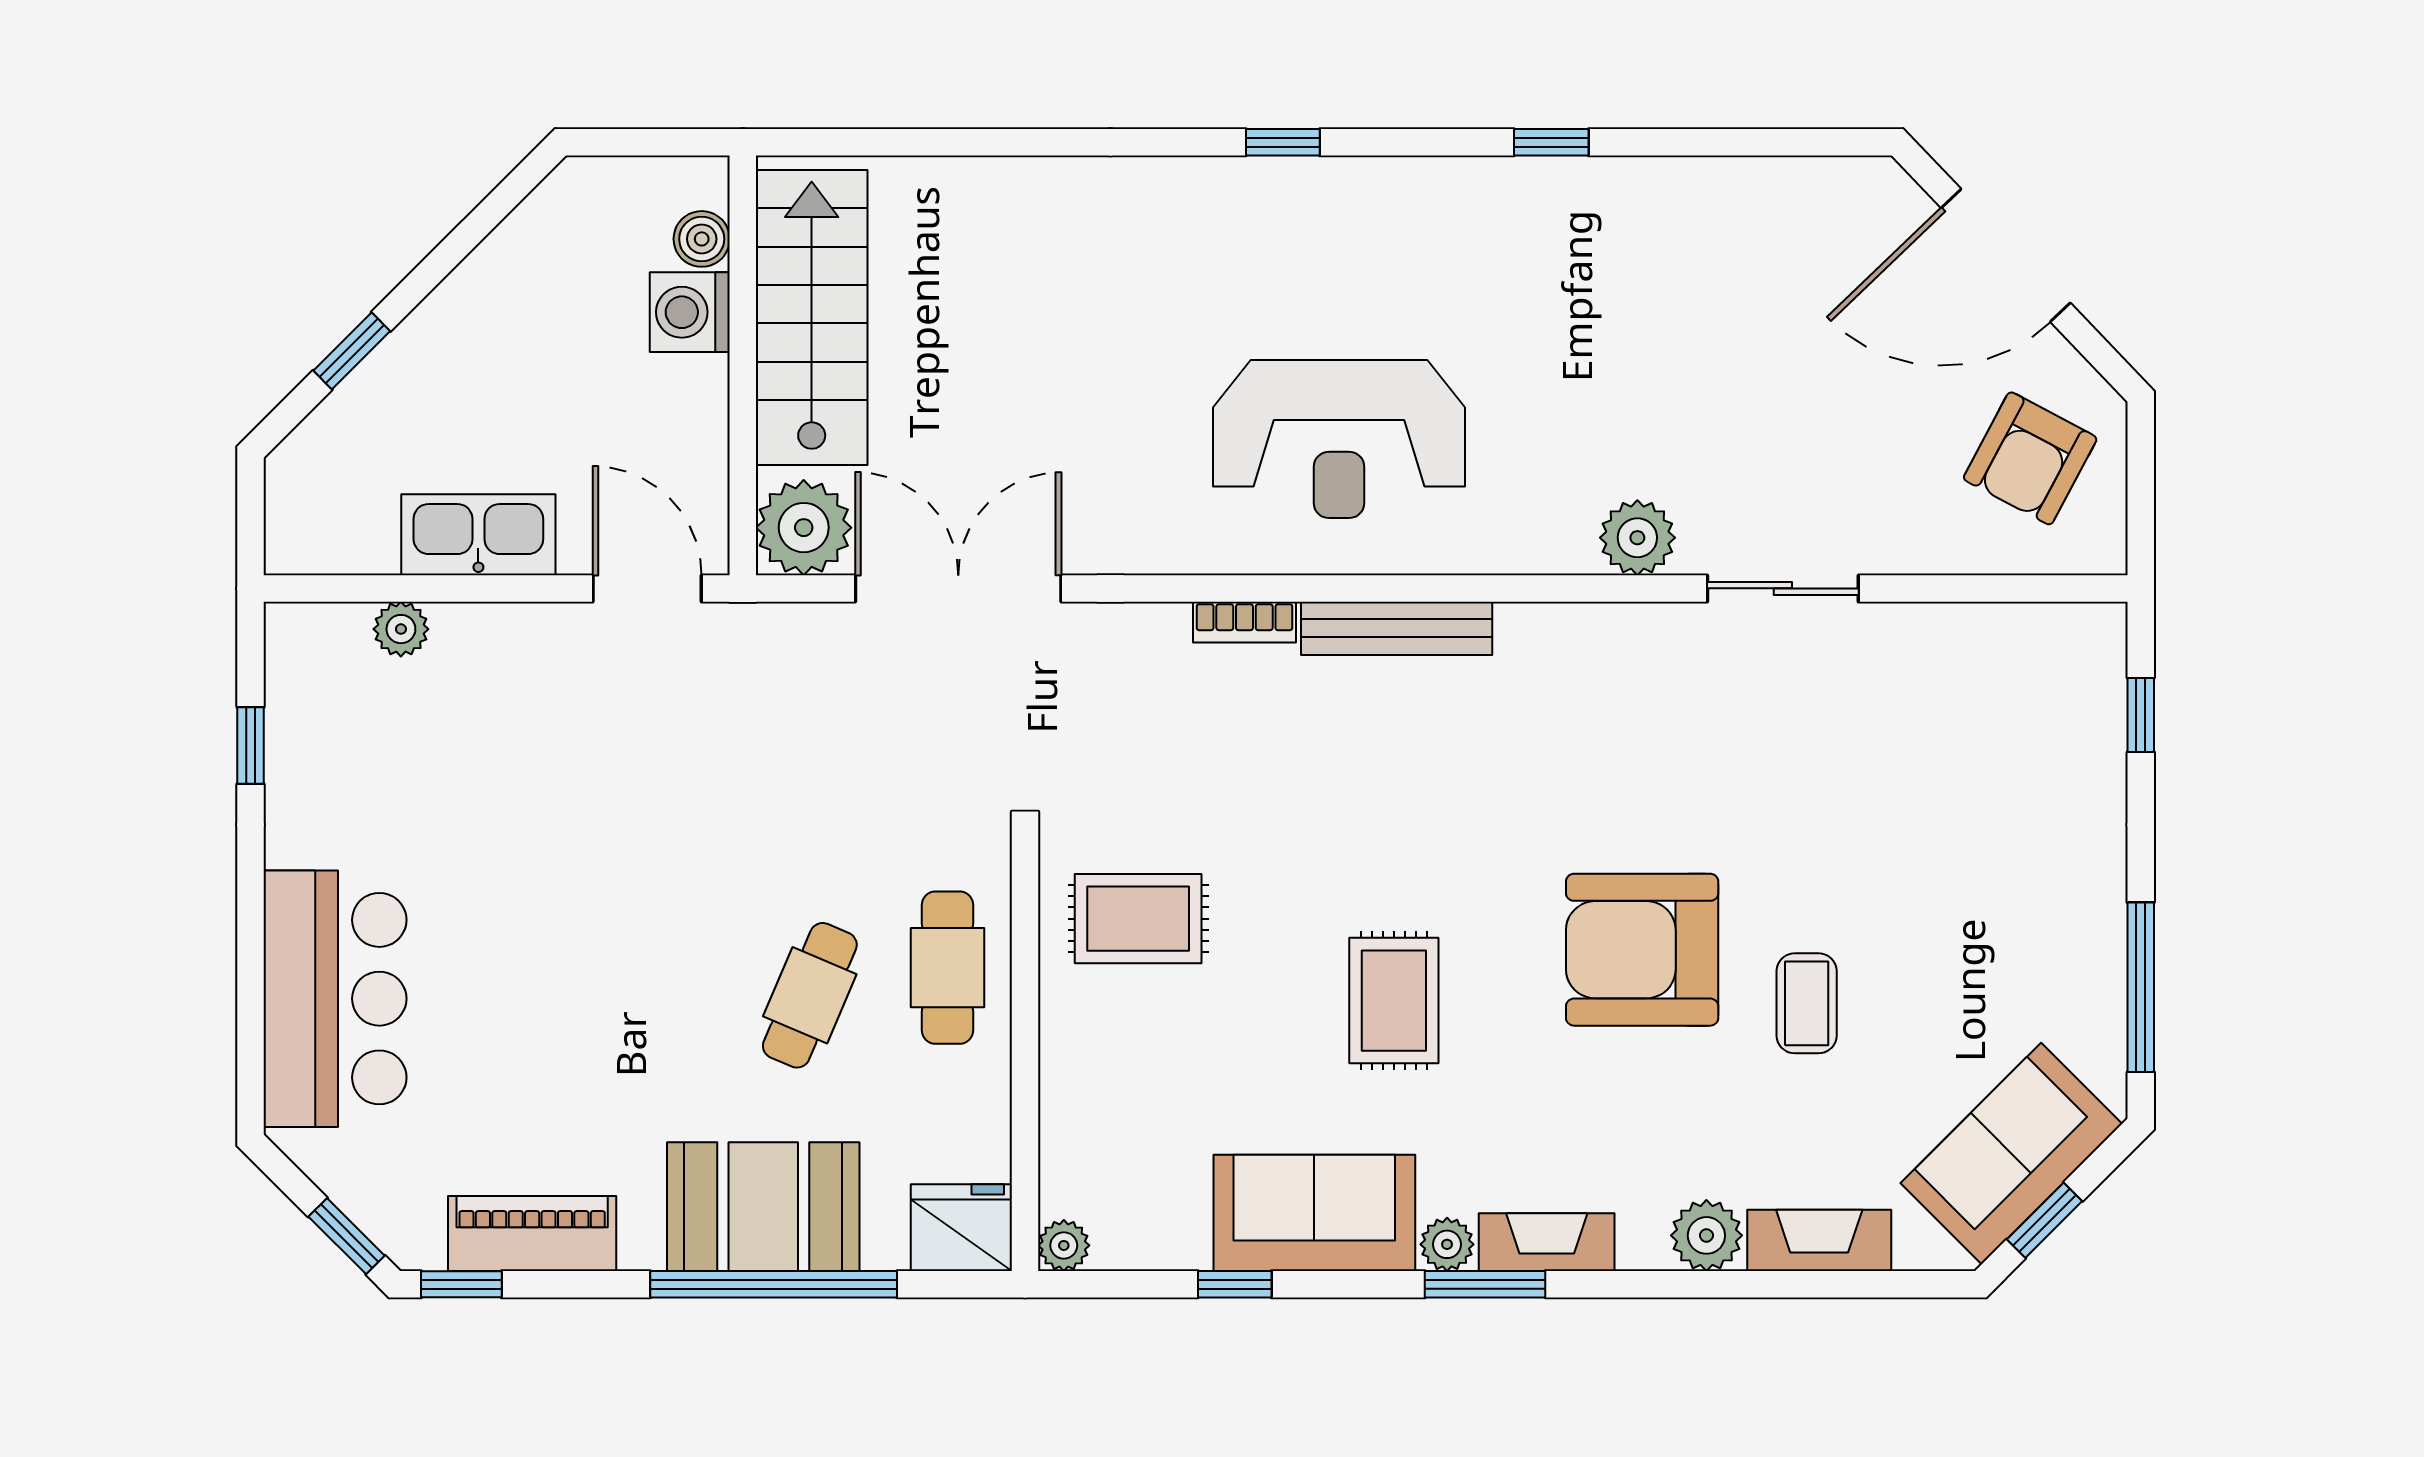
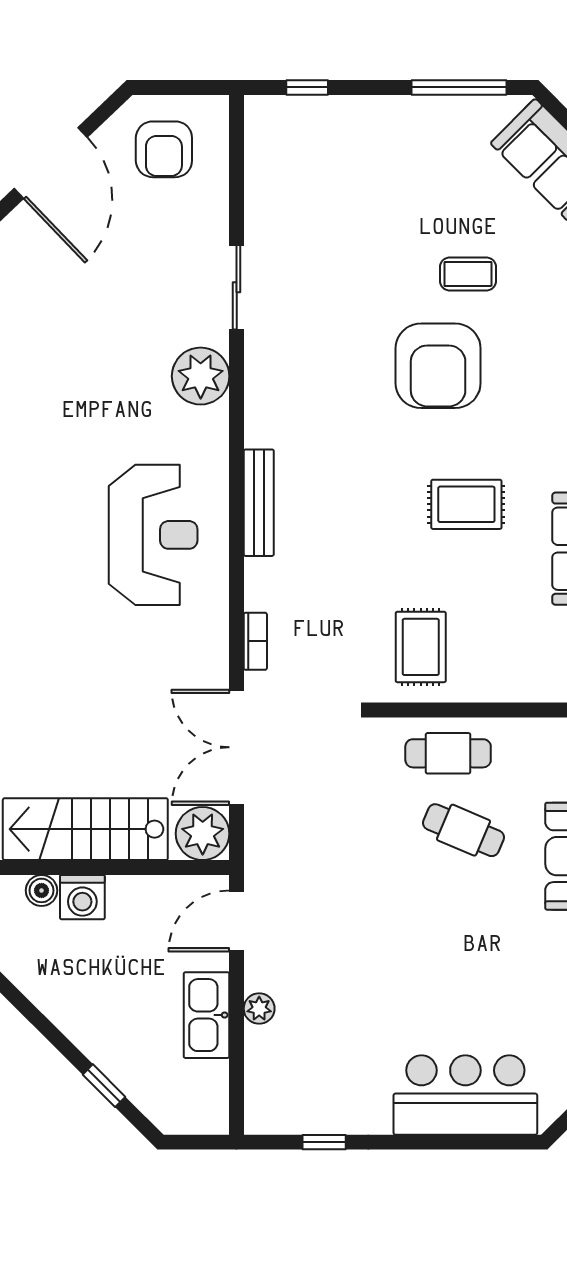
armchair: (2030, 458) -> (164, 149), turned 62
plant: (1637, 538) -> (201, 376), width x1.36, depth x1.36
bookcase: (1244, 622) -> (255, 641), moved
plant: (401, 629) -> (259, 1009), moved

